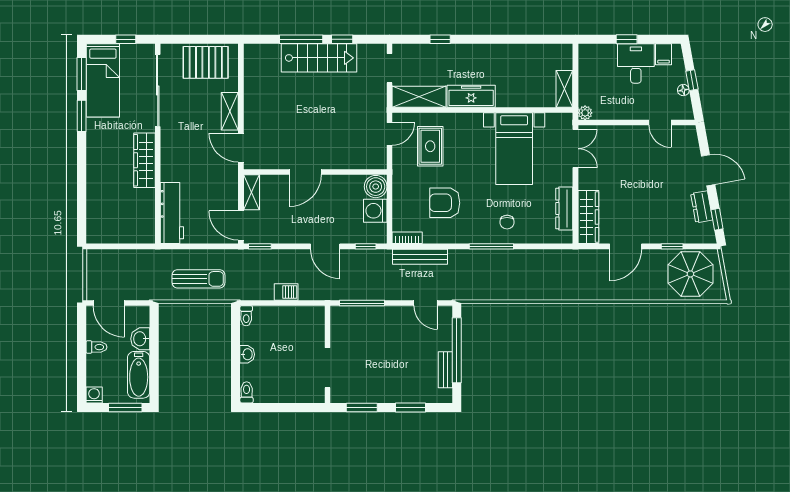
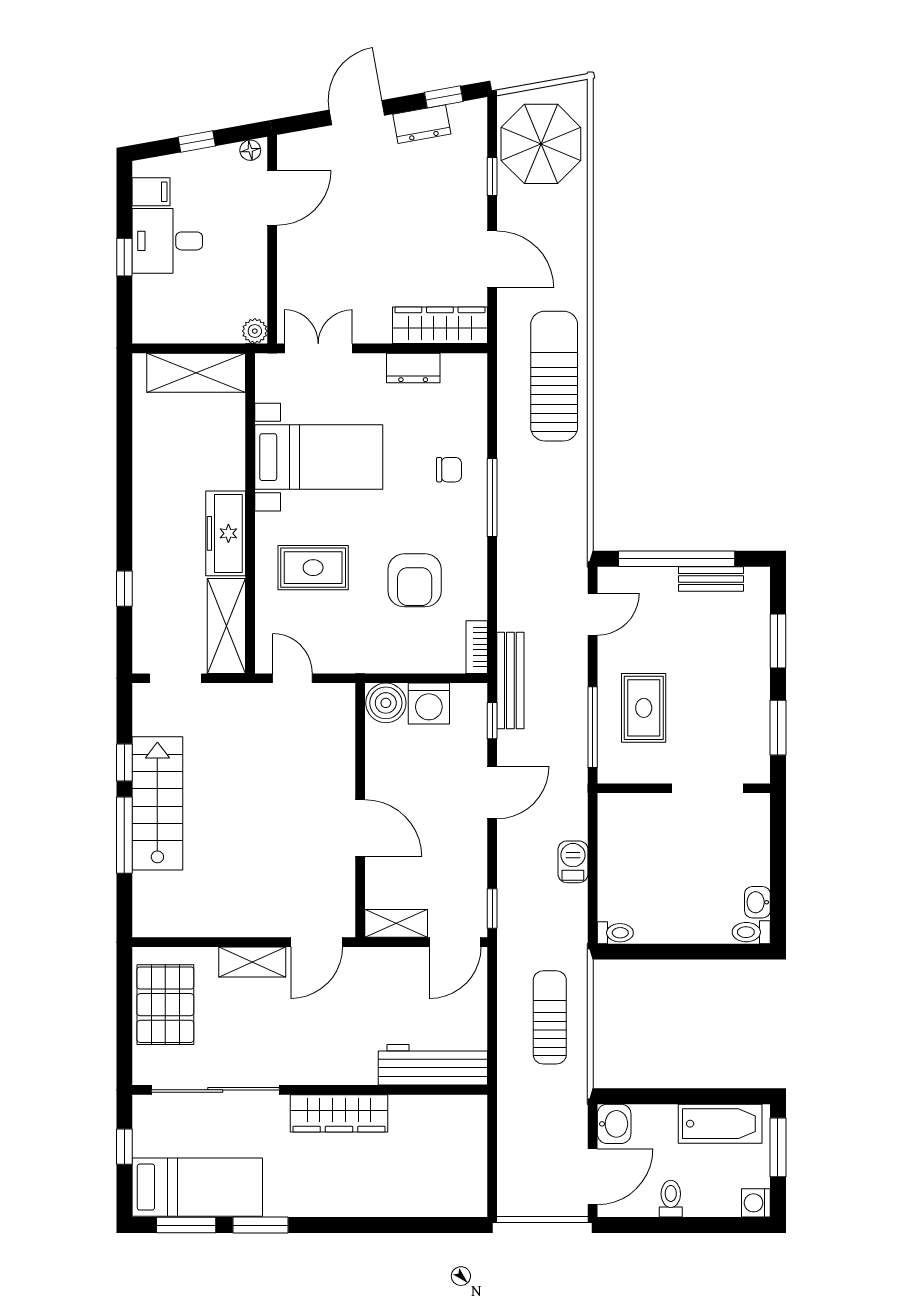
shelving: (564, 89) -> (196, 373), width x1.50, depth x1.33
floor lamp: (683, 90) -> (250, 150), moved
door: (660, 122) -> (272, 198), width x1.38
rug: (430, 146) -> (313, 568), moved
dresser: (564, 209) -> (413, 368), width x0.70
bench: (420, 257) -> (510, 681), moved
sun lounger: (560, 281) -> (554, 376), added
rug: (373, 332) -> (644, 708), added
washbasin: (140, 339) -> (614, 1124), moved, turned -90
washbasin: (247, 354) -> (757, 902), moved, turned -90

